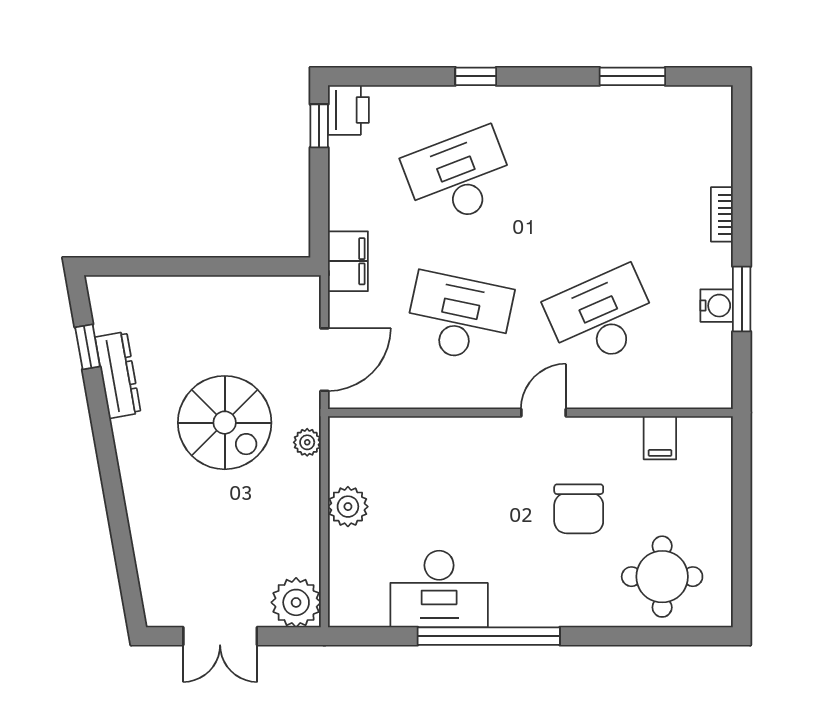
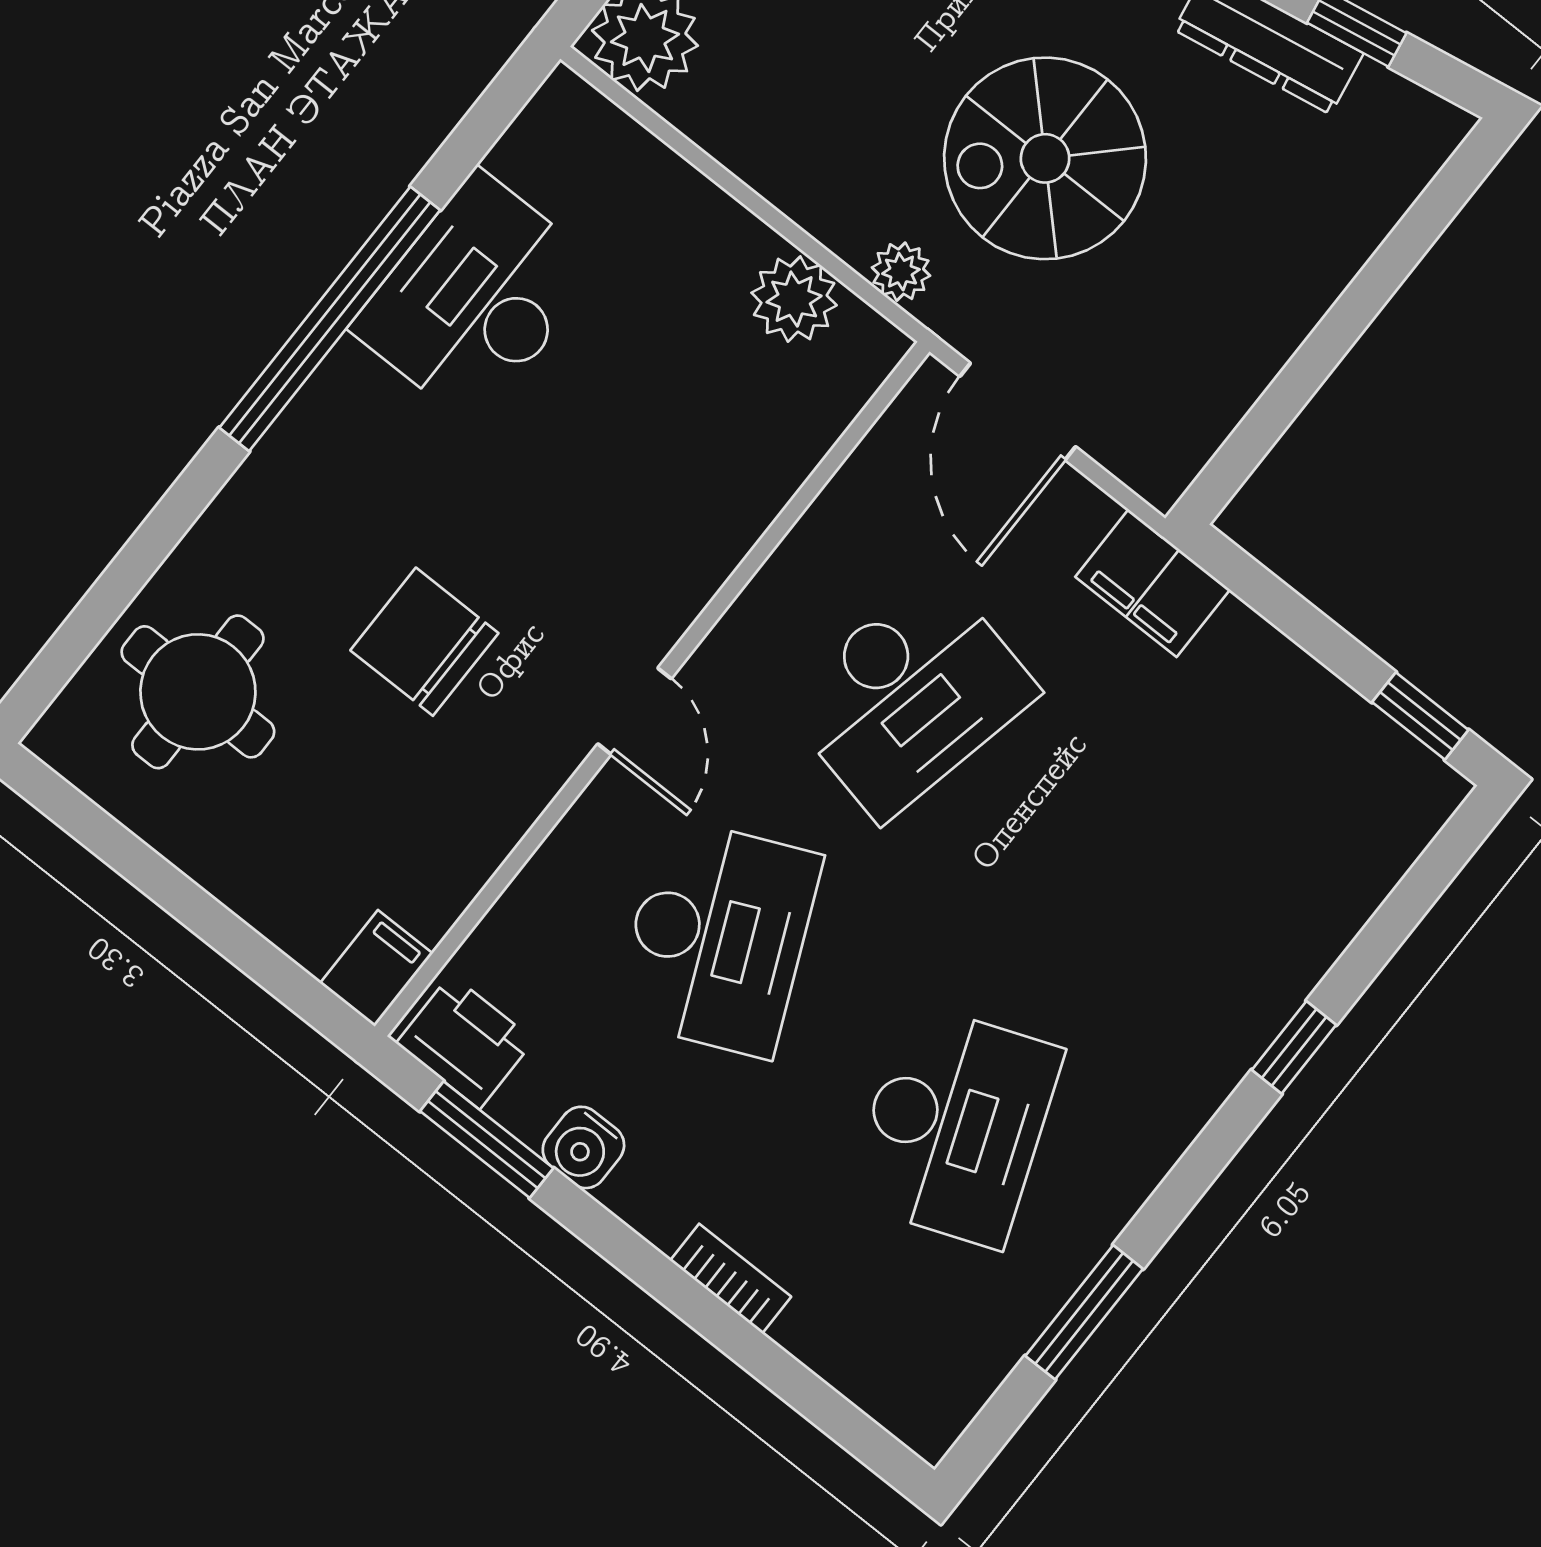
printer: (348, 110) -> (465, 1042), moved, turned 180
desk: (459, 177) -> (955, 1126), moved
window: (742, 299) -> (487, 1140), moved
filing cabinet: (660, 438) -> (376, 968), moved, turned 90
plant: (348, 507) -> (794, 299), moved

